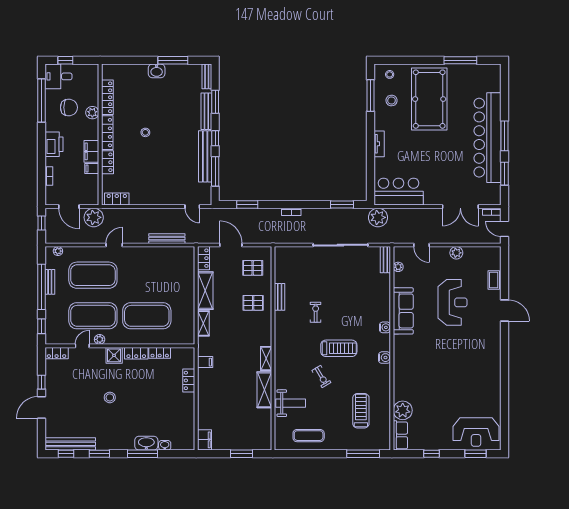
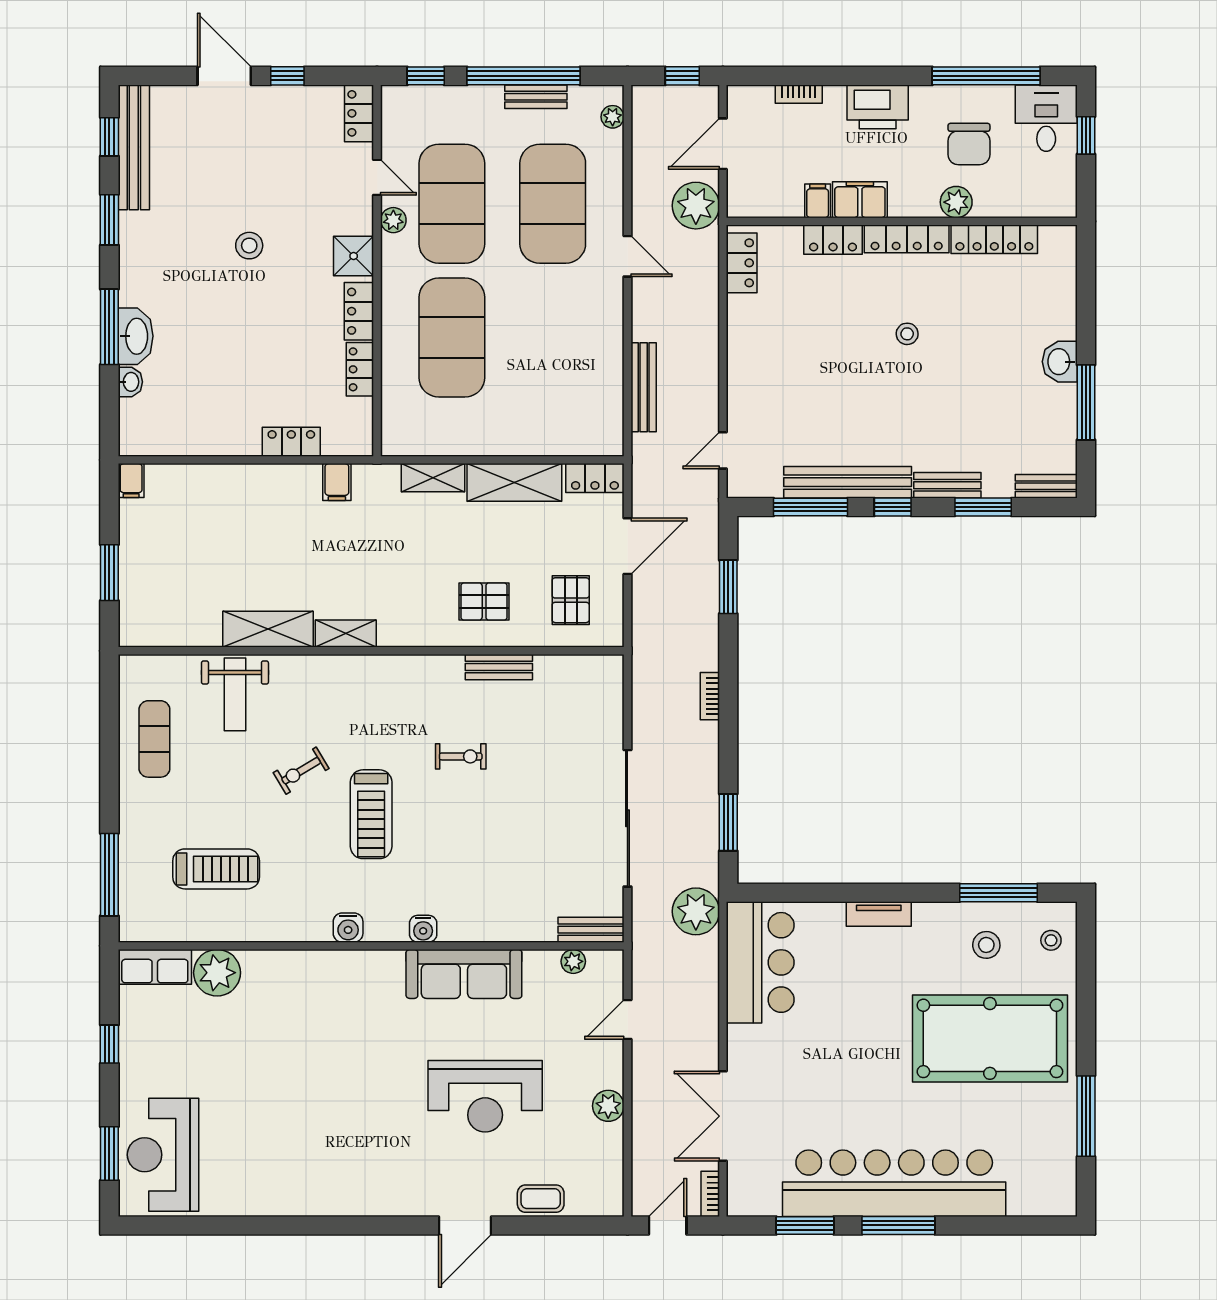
bench: (206, 111) -> (947, 485), width x0.73
pallet: (253, 303) -> (484, 601), turned 90
filing cabinet: (204, 440) -> (131, 481), width x0.50

